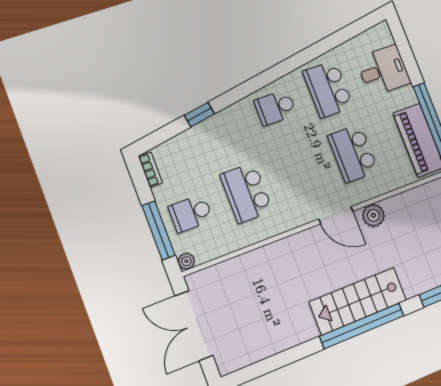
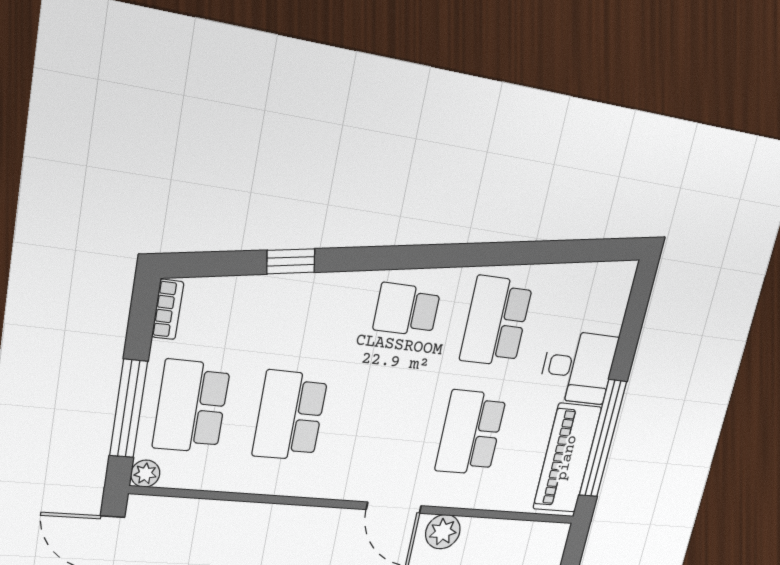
desk: (383, 70) -> (578, 367), moved
school desk: (191, 213) -> (191, 407), width x1.85

